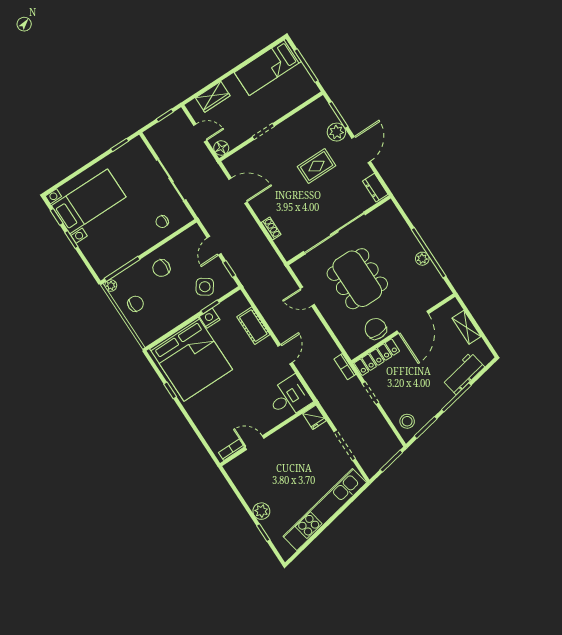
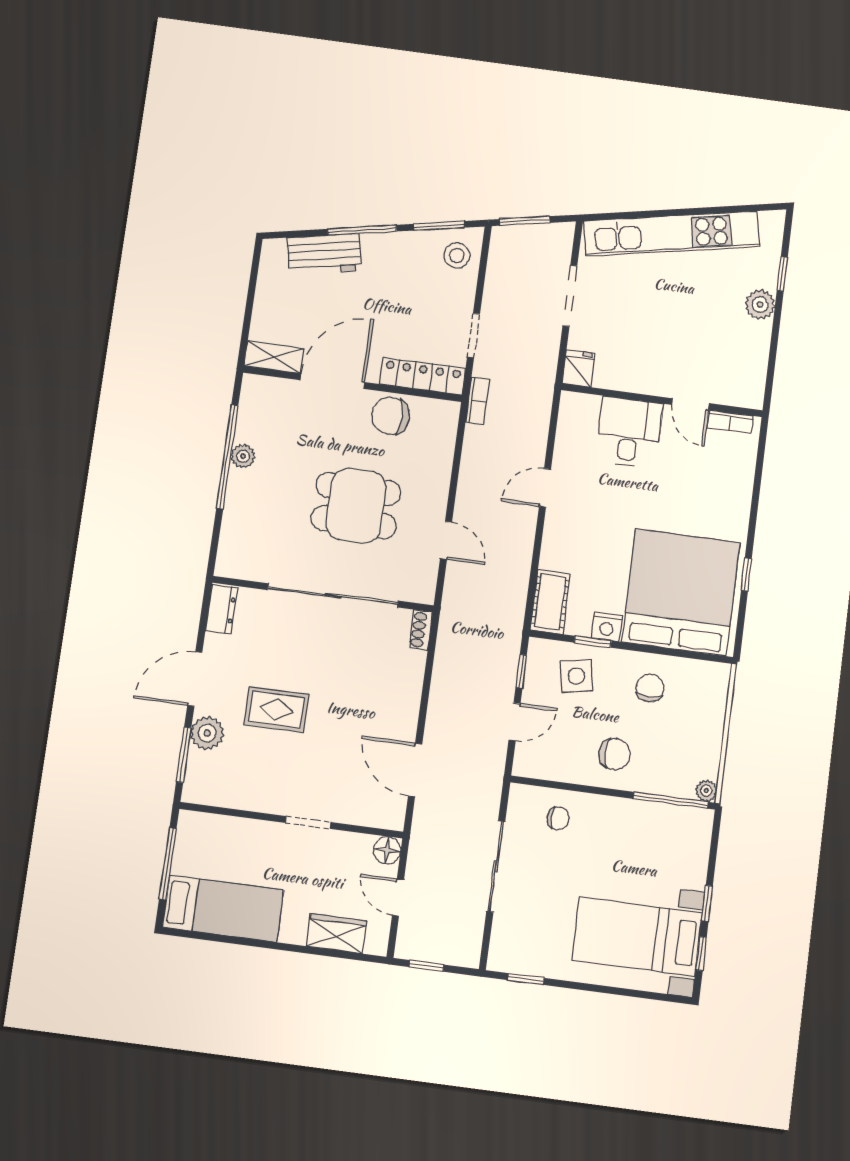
shoe rack: (271, 229) -> (421, 630), moved
dining table: (357, 279) -> (356, 506), width x0.73
side table: (205, 287) -> (576, 676), turned 45
chair: (136, 304) -> (650, 688), moved, turned 90
cot: (253, 326) -> (550, 602), moved
shelving: (467, 327) -> (274, 357), moved, turned 90
chair: (376, 329) -> (391, 416), turned 90
desk: (289, 397) -> (629, 432), moved, turned 90

